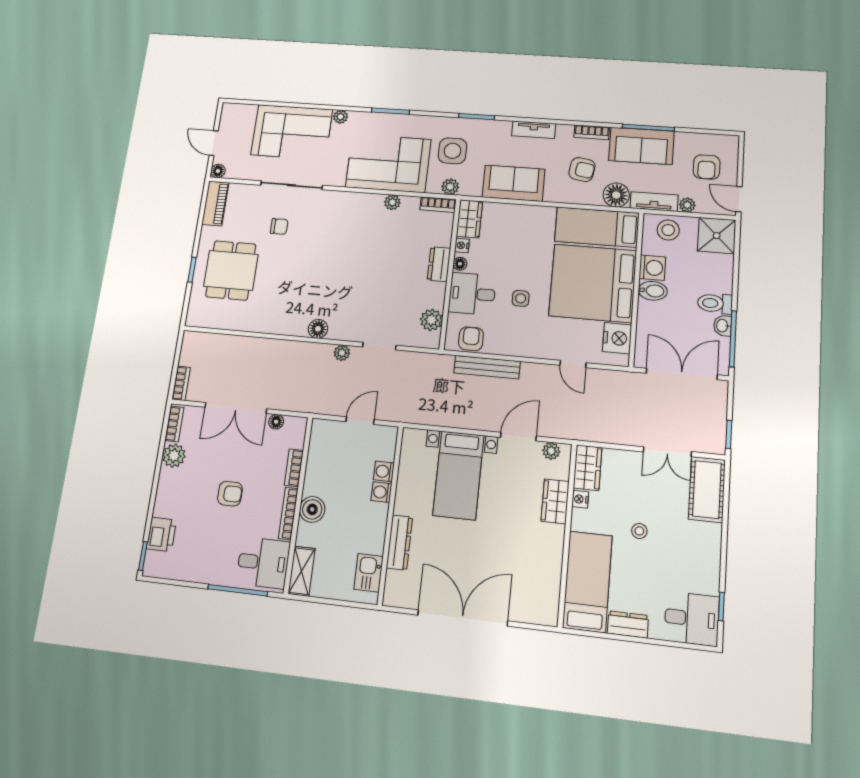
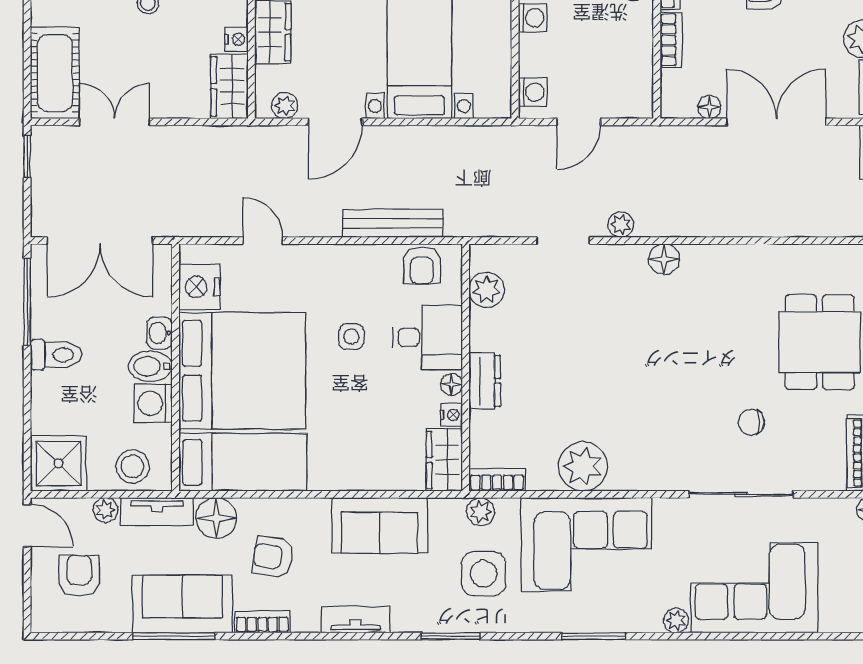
plant: (392, 202) -> (583, 466), width x1.87, depth x1.87
washbasin: (723, 326) -> (160, 333), moved, turned 180
washing machine: (384, 471) -> (533, 92), moved

